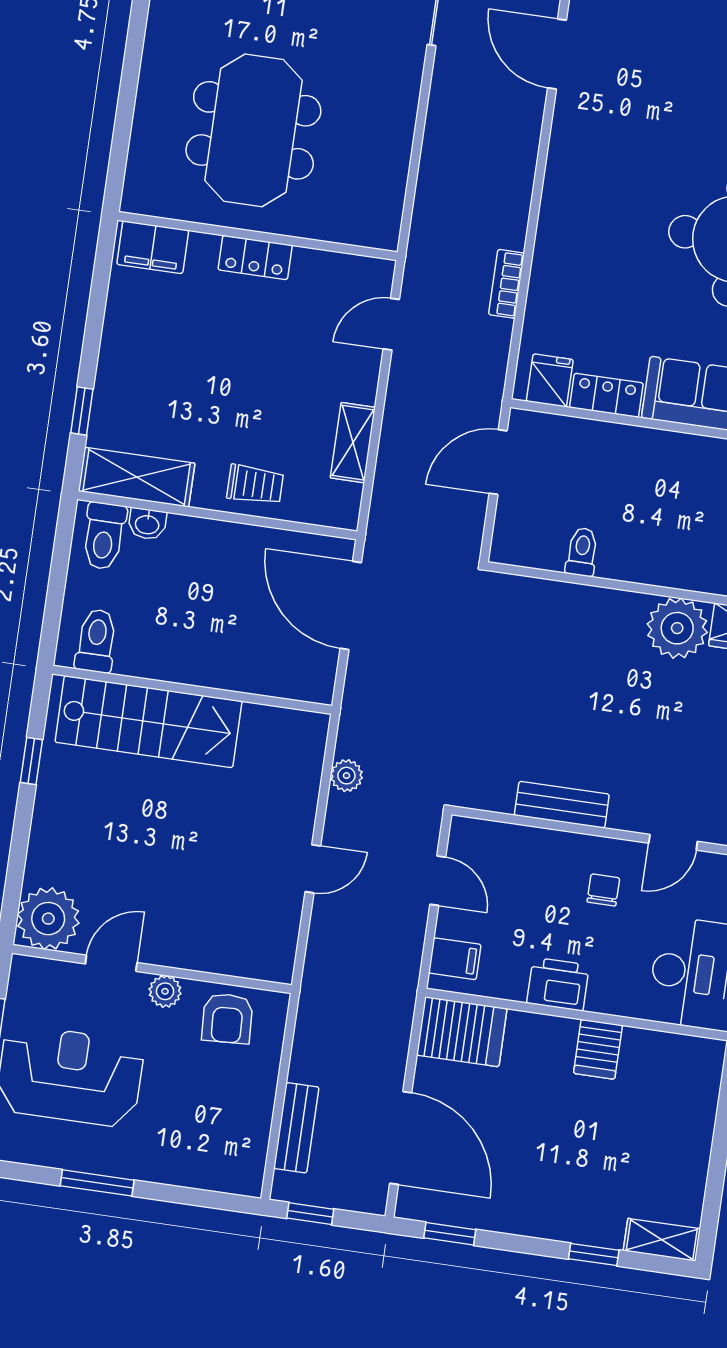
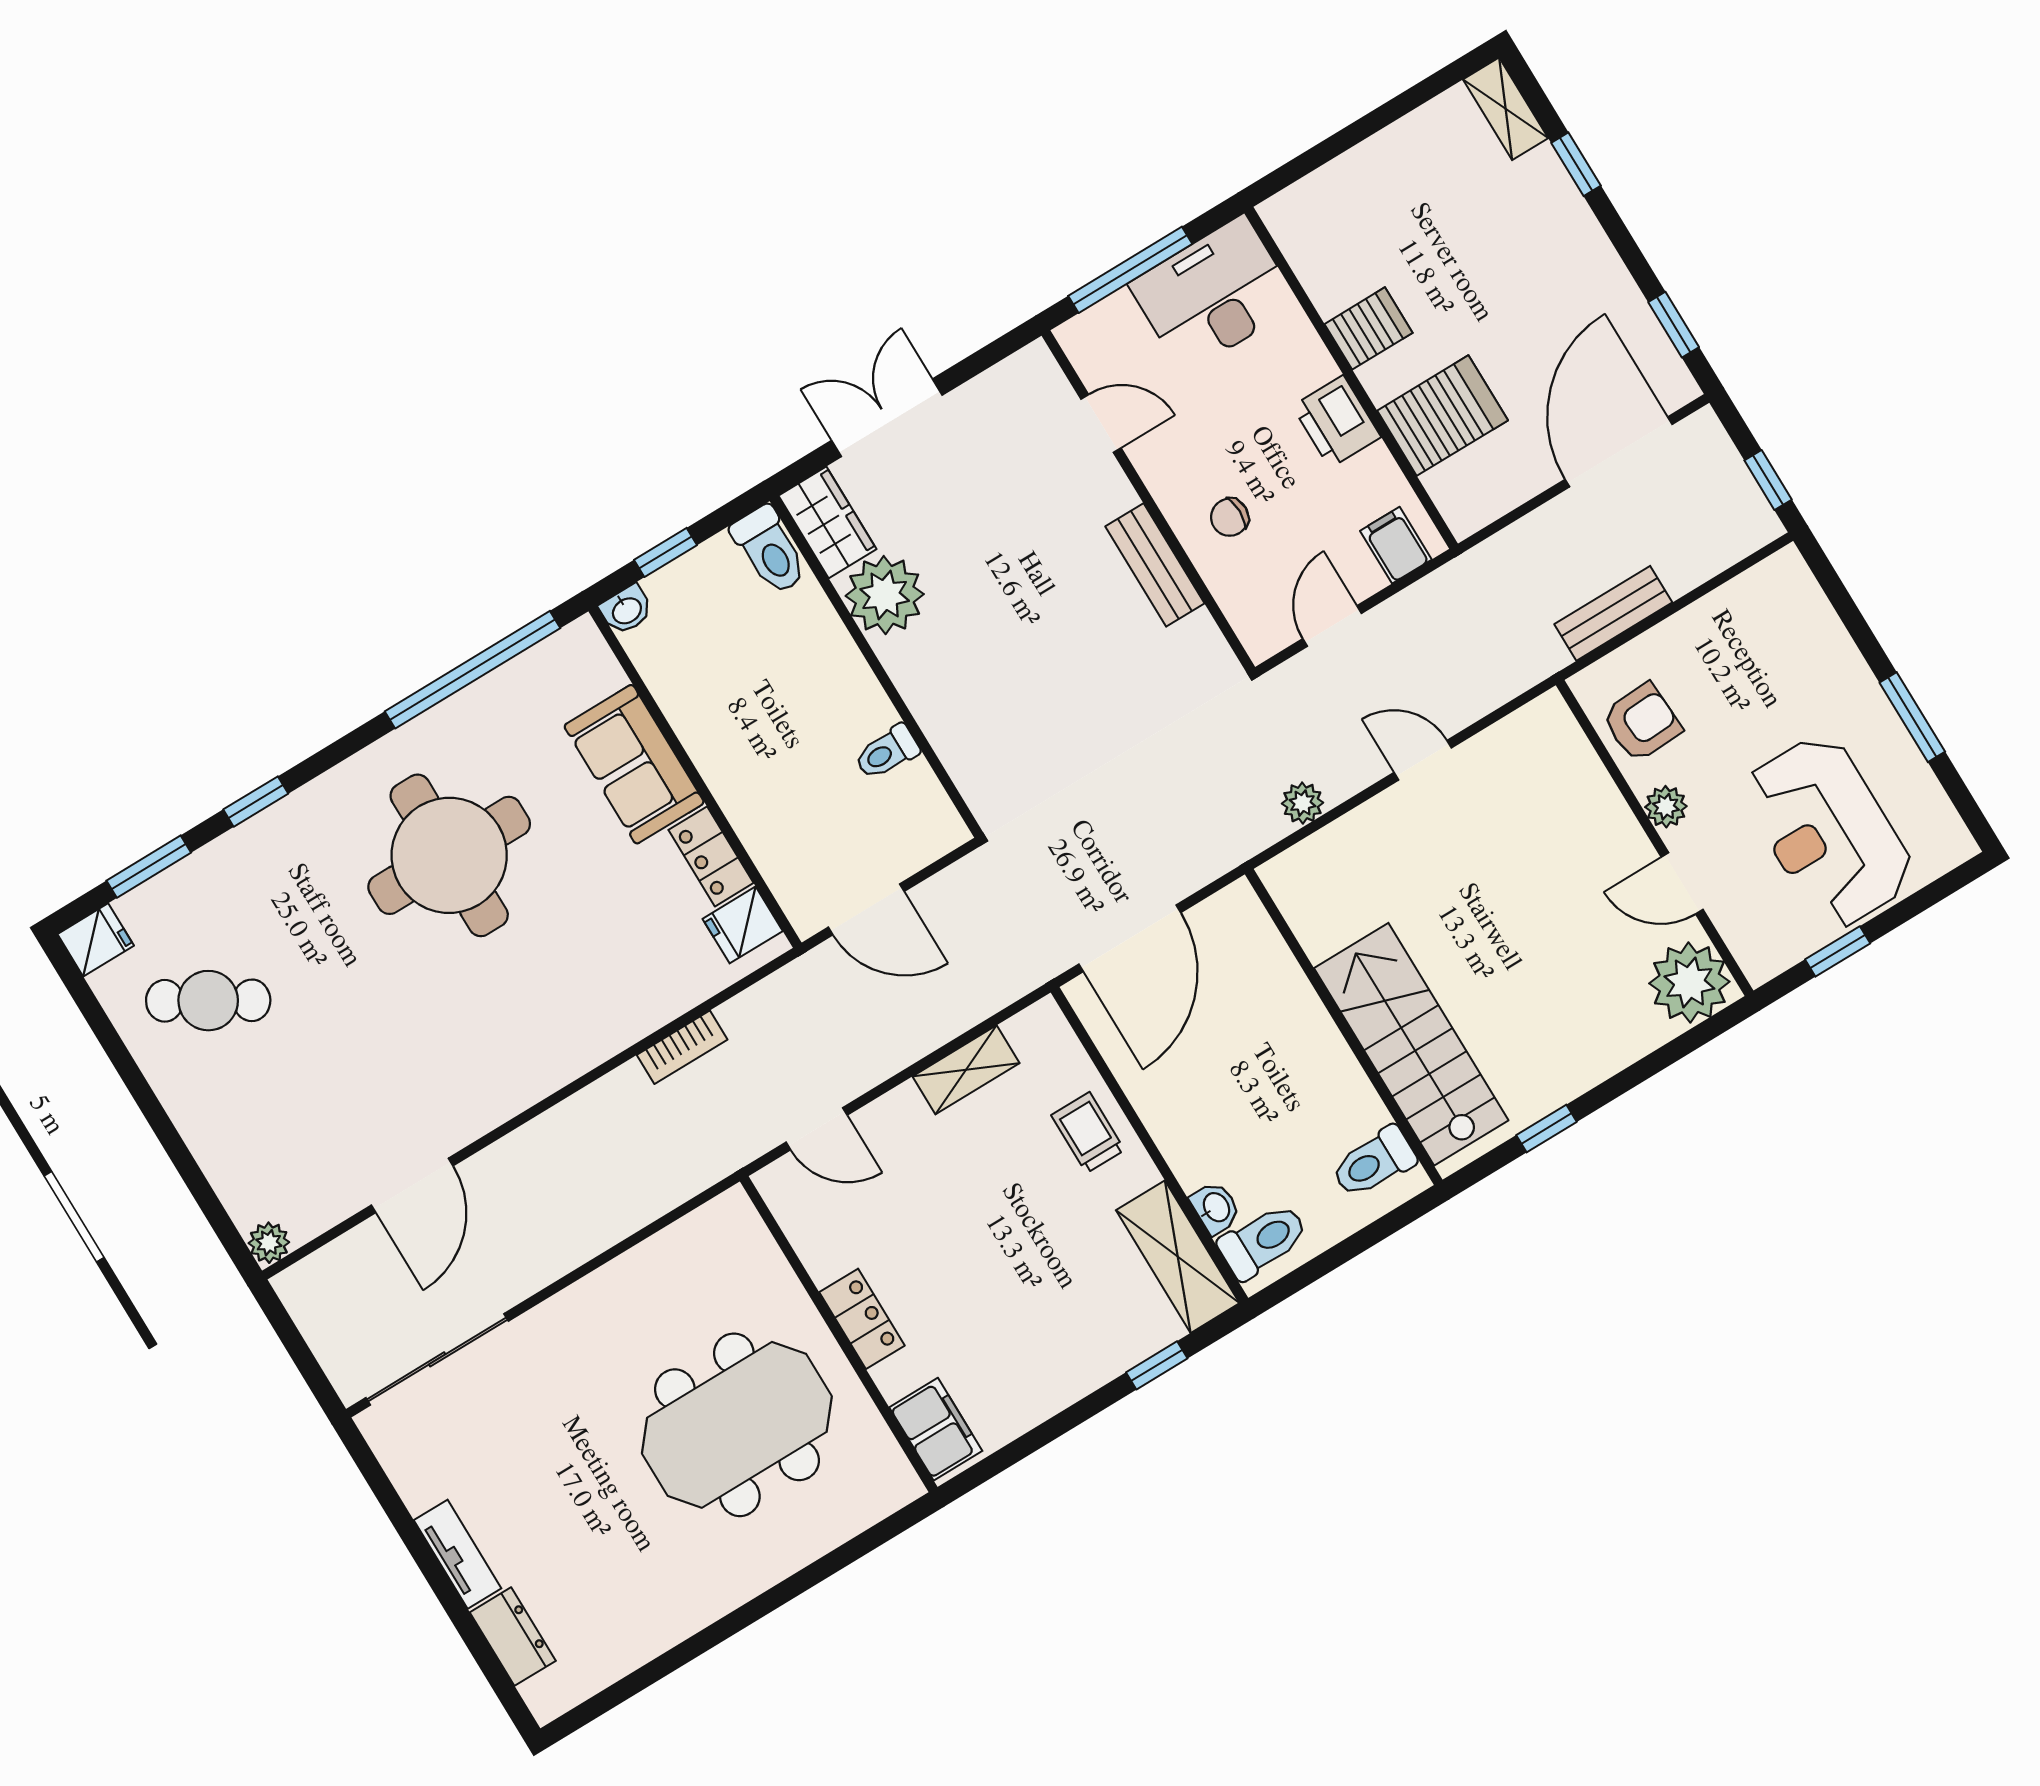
chair: (603, 890) -> (1230, 517), moved
server rack: (462, 1032) -> (1443, 416), moved, turned 90
bench: (296, 1128) -> (1613, 613), moved

